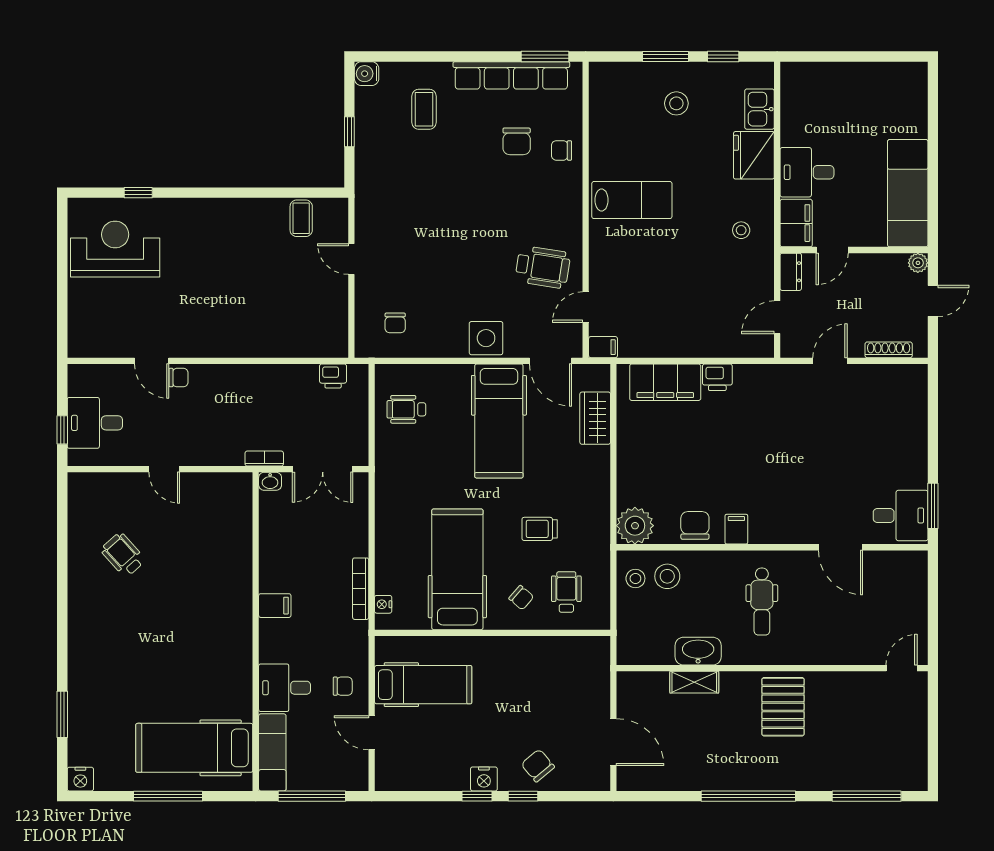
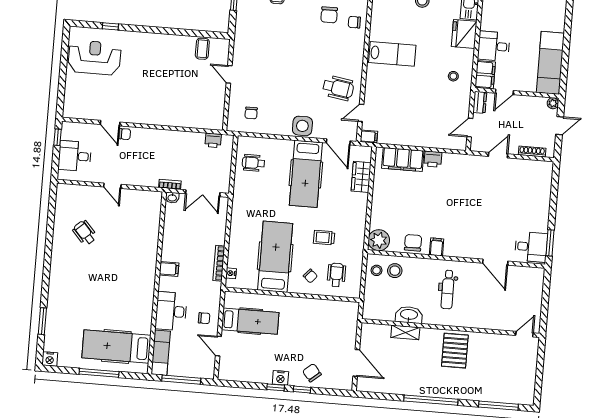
window: (62, 430) -> (58, 137), moved
desk: (285, 688) -> (171, 311), width x1.37

